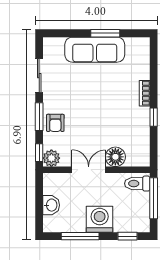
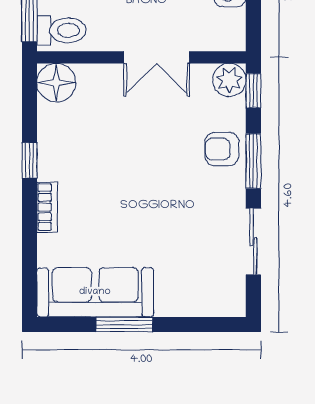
sofa: (95, 50) -> (95, 292), moved
armchair: (55, 123) -> (222, 149), turned -90
floor lamp: (115, 157) -> (56, 83), moved

